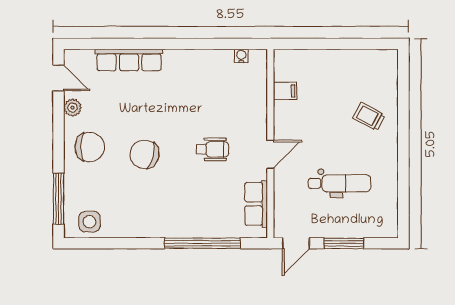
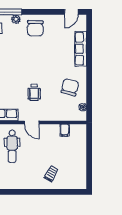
plant: (73, 108) -> (16, 19), moved
chair: (145, 154) -> (70, 87), moved
dental chair: (339, 183) -> (12, 146), moved

